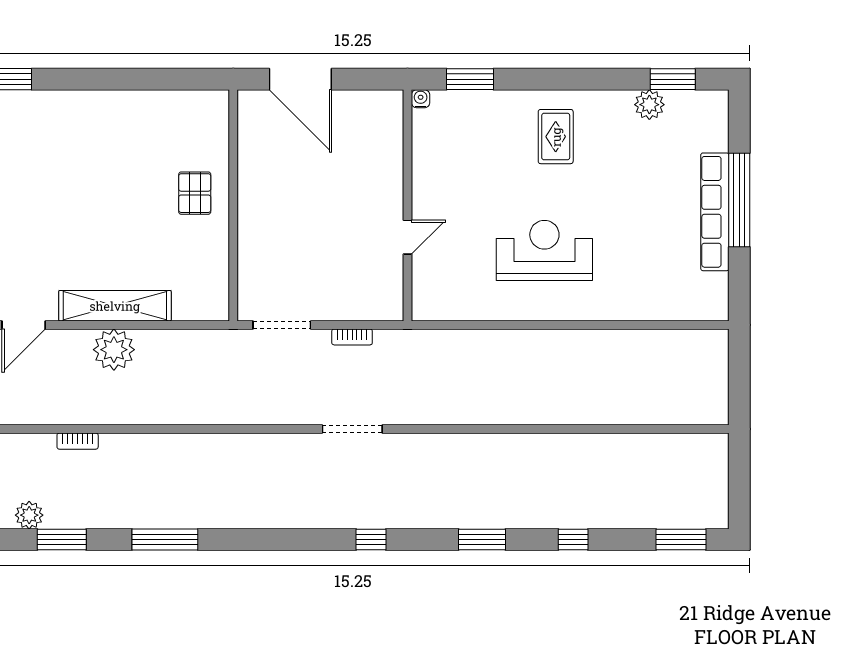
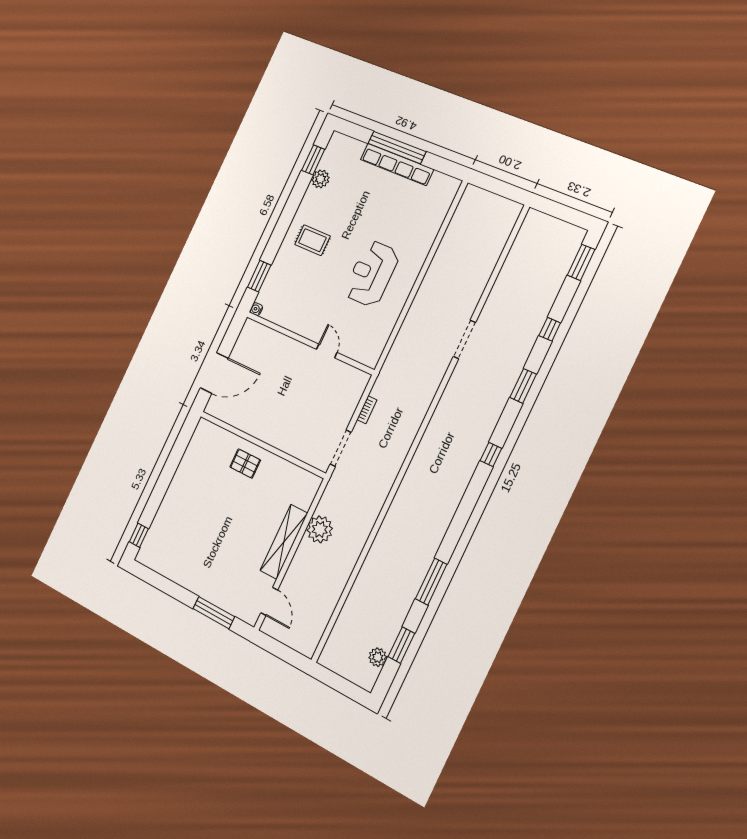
plant: (114, 350) -> (320, 529), moved
doorway: (352, 429) -> (464, 339), moved
bookcase: (78, 441) -> (349, 605), removed

